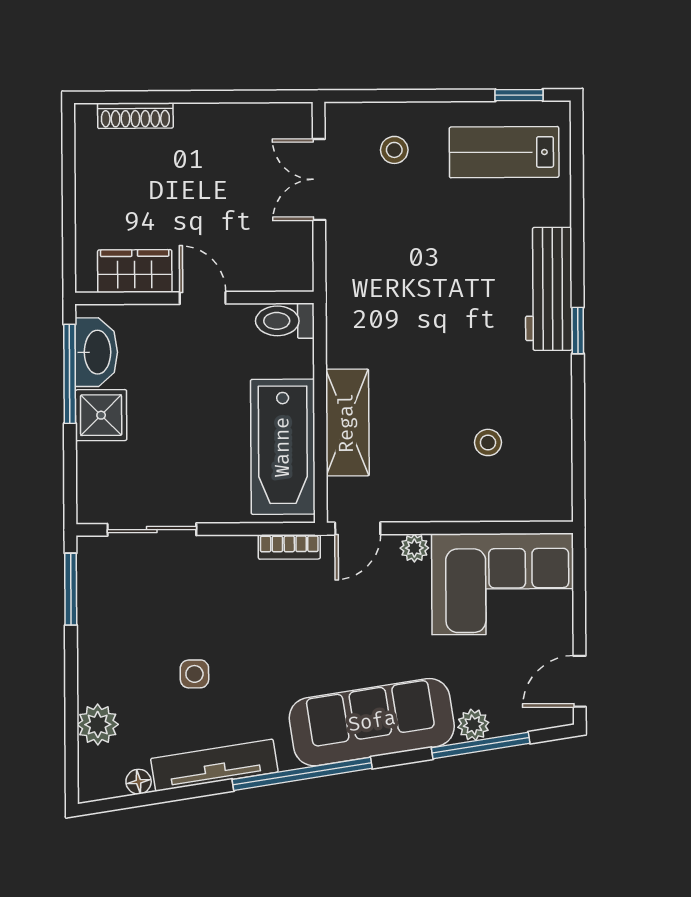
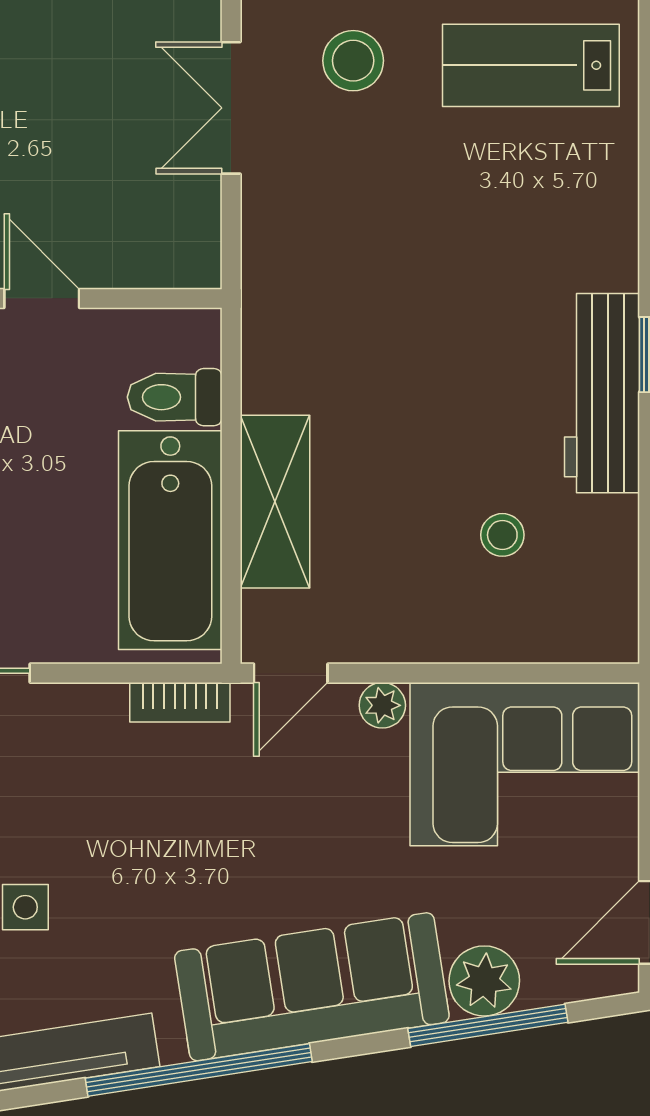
stool: (394, 150) -> (353, 61), width x1.37, depth x1.37
workbench: (549, 289) -> (602, 393), moved
toilet: (285, 321) -> (175, 397), moved
plant: (473, 725) -> (484, 981), width x1.38, depth x1.38

